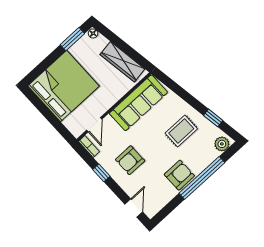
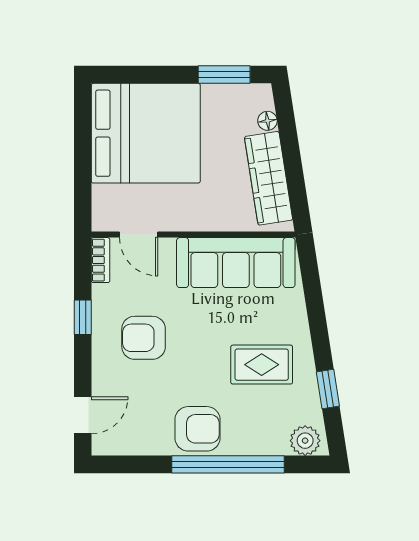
floor lamp: (93, 33) -> (267, 121), moved
door: (94, 125) -> (139, 235), hinge flipped

